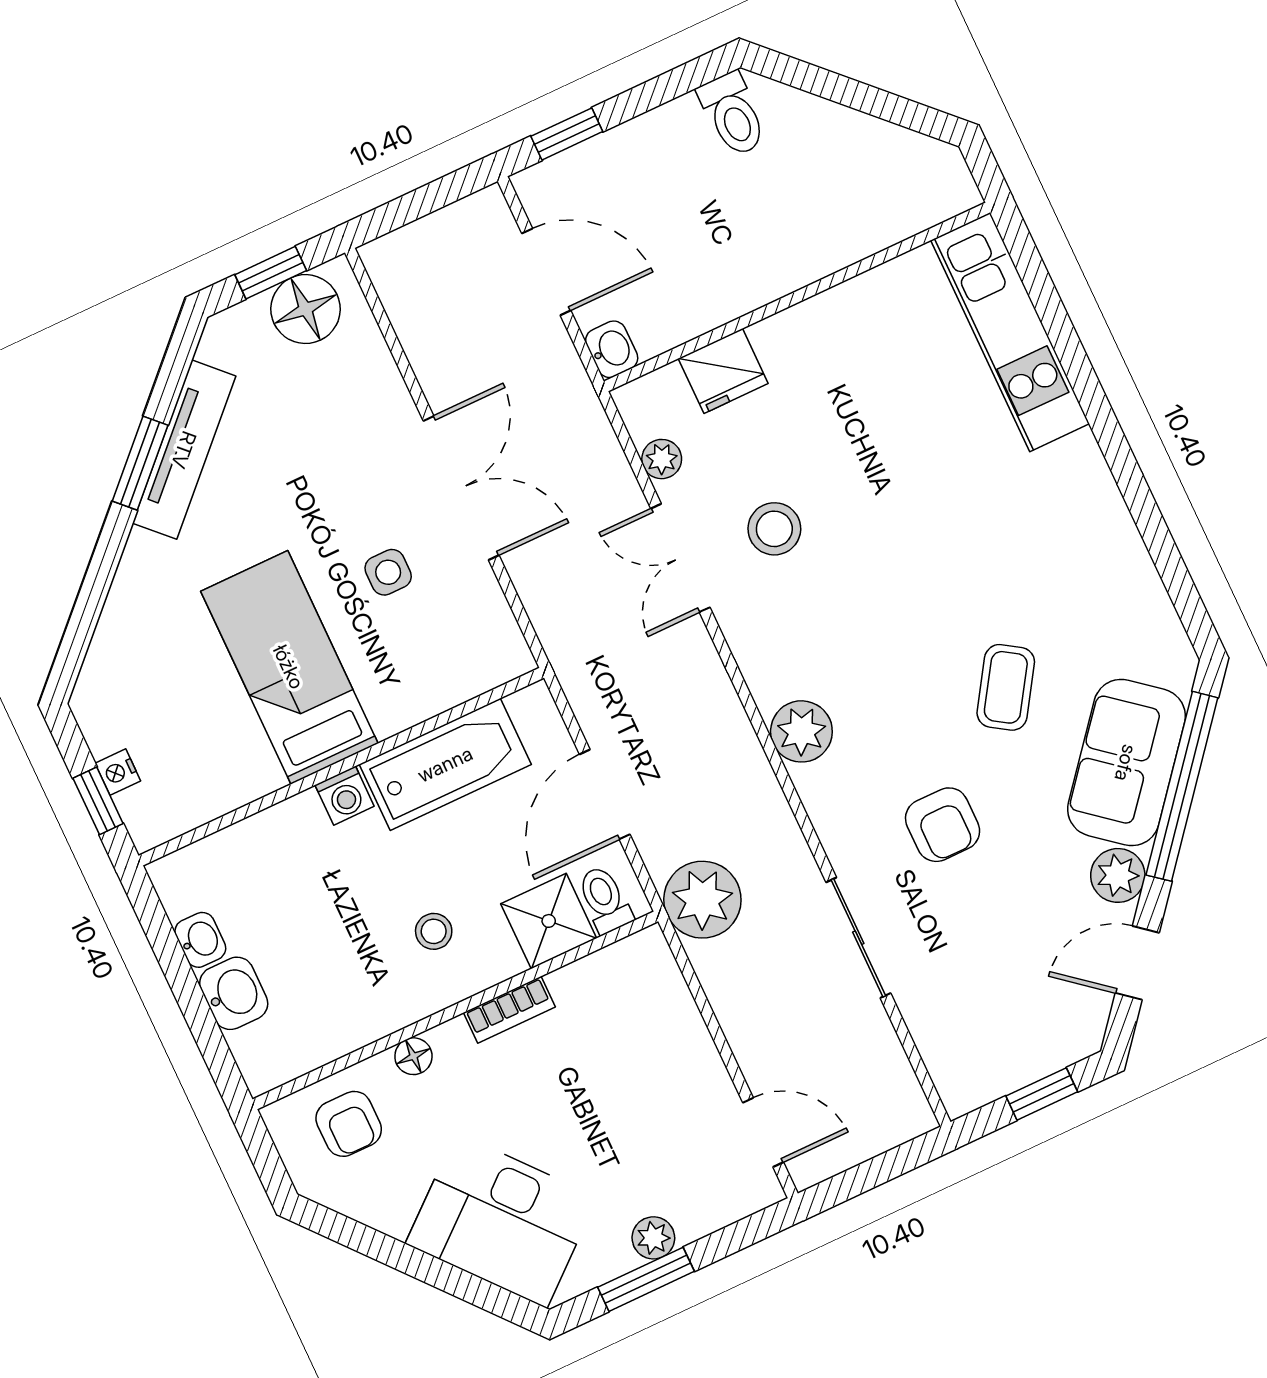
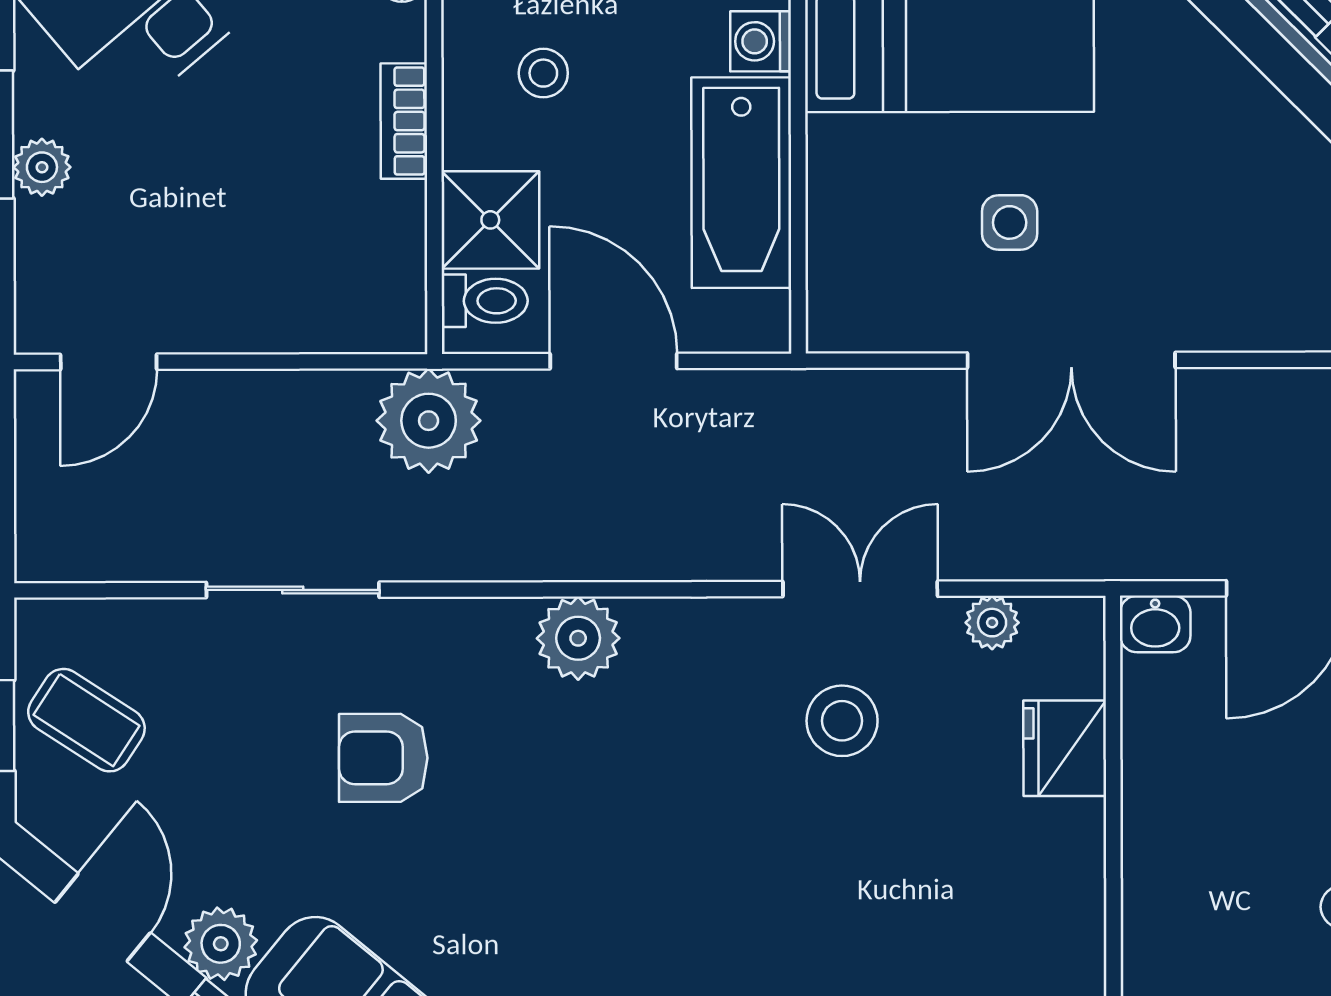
coffee table: (1006, 687) -> (86, 720), moved

